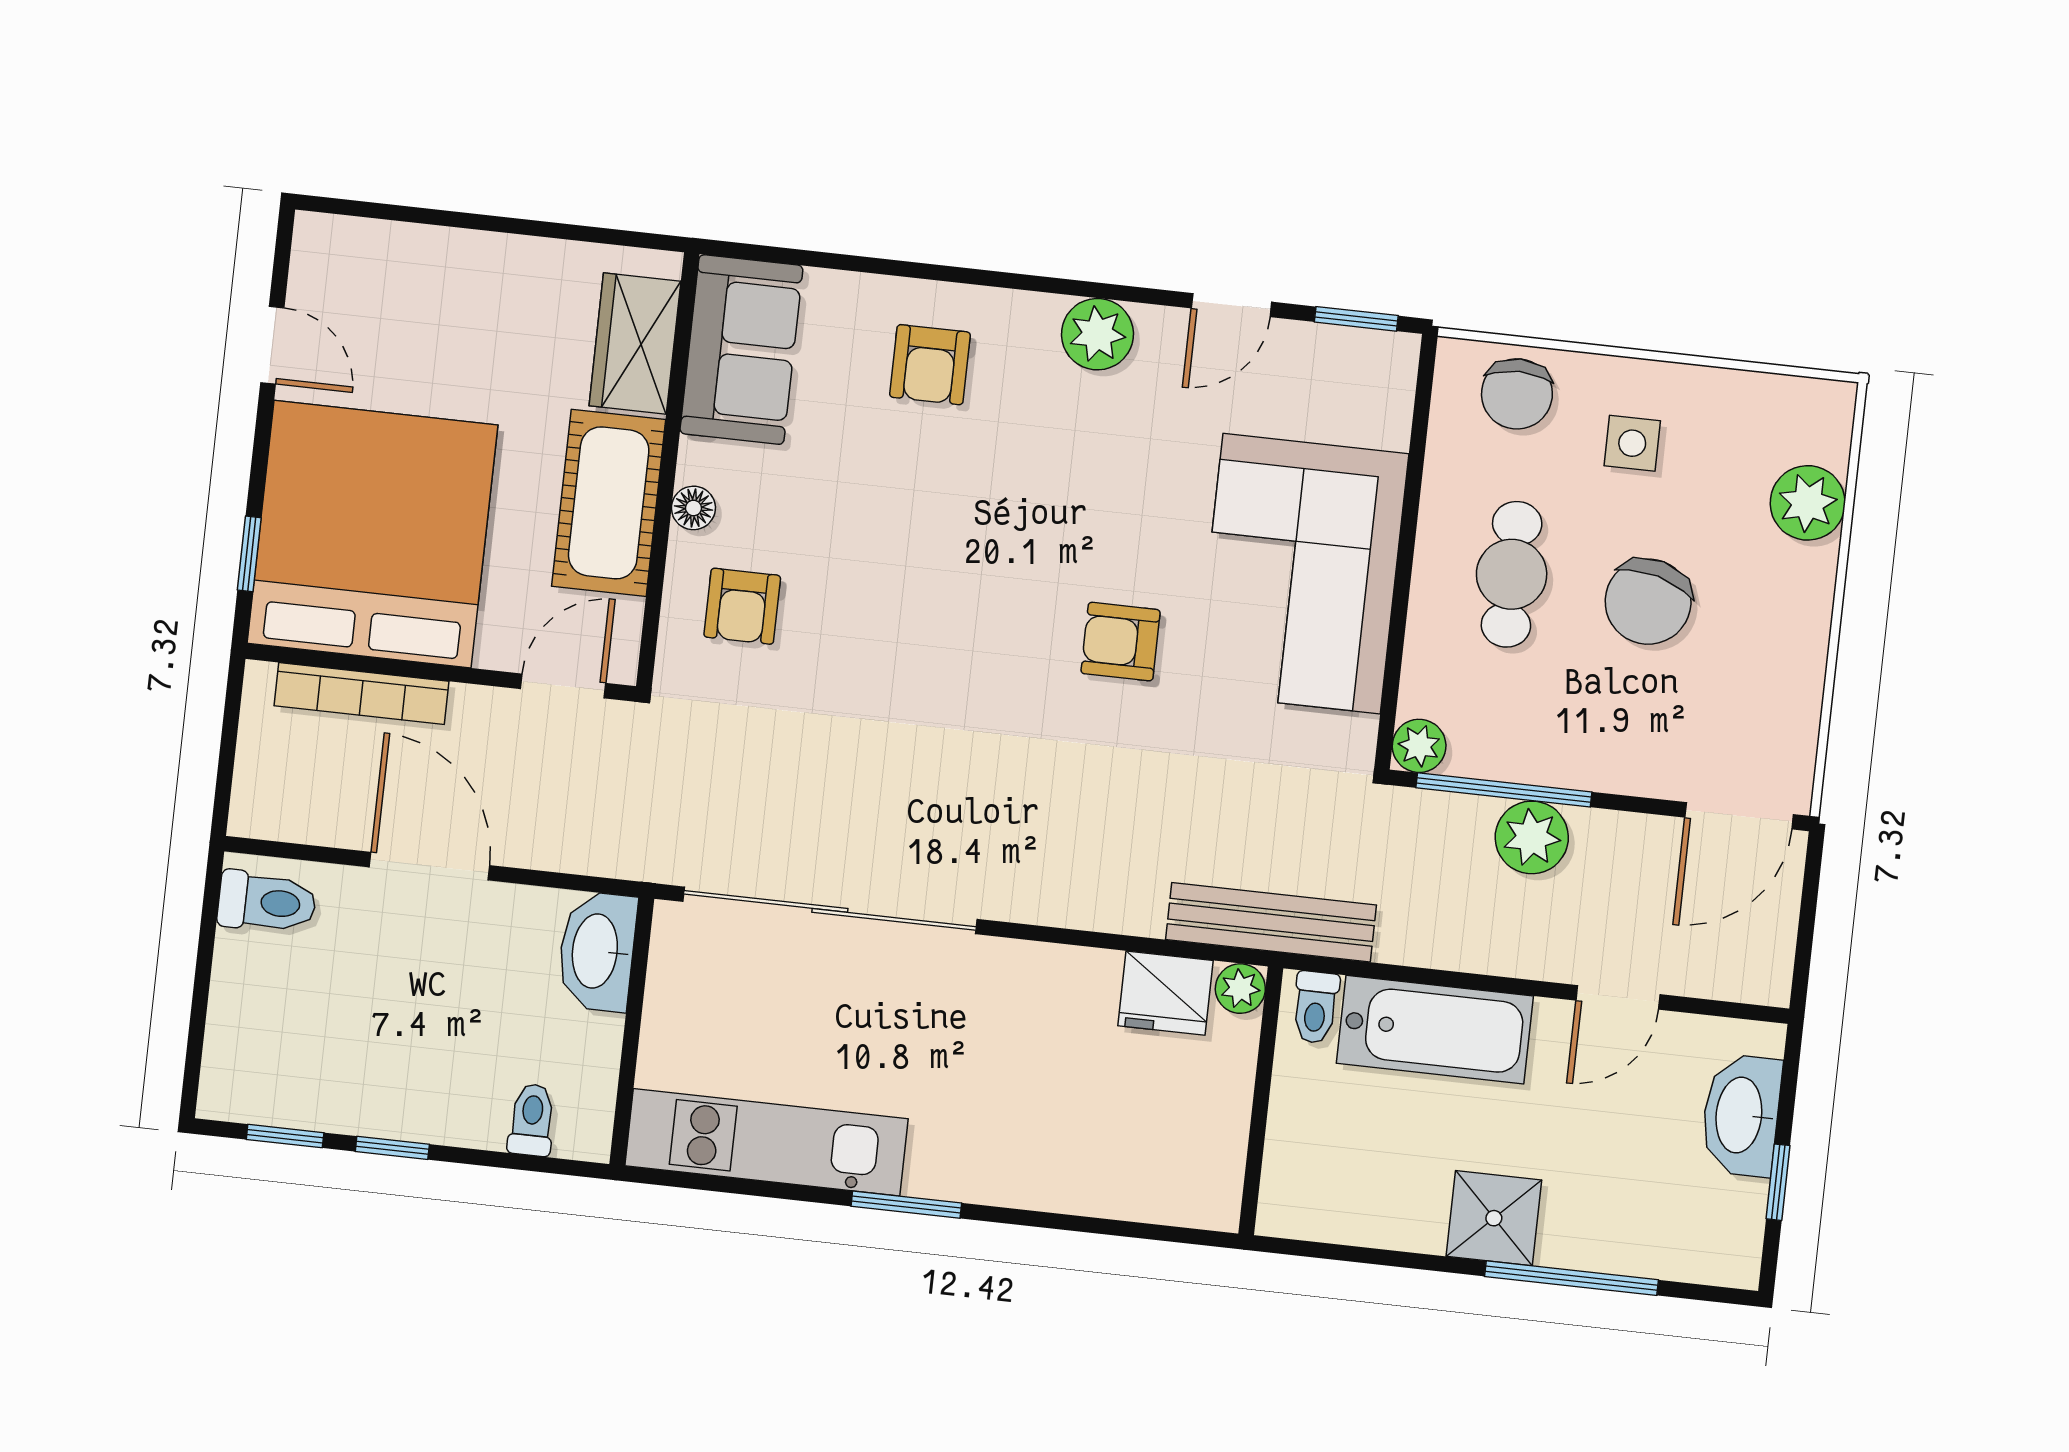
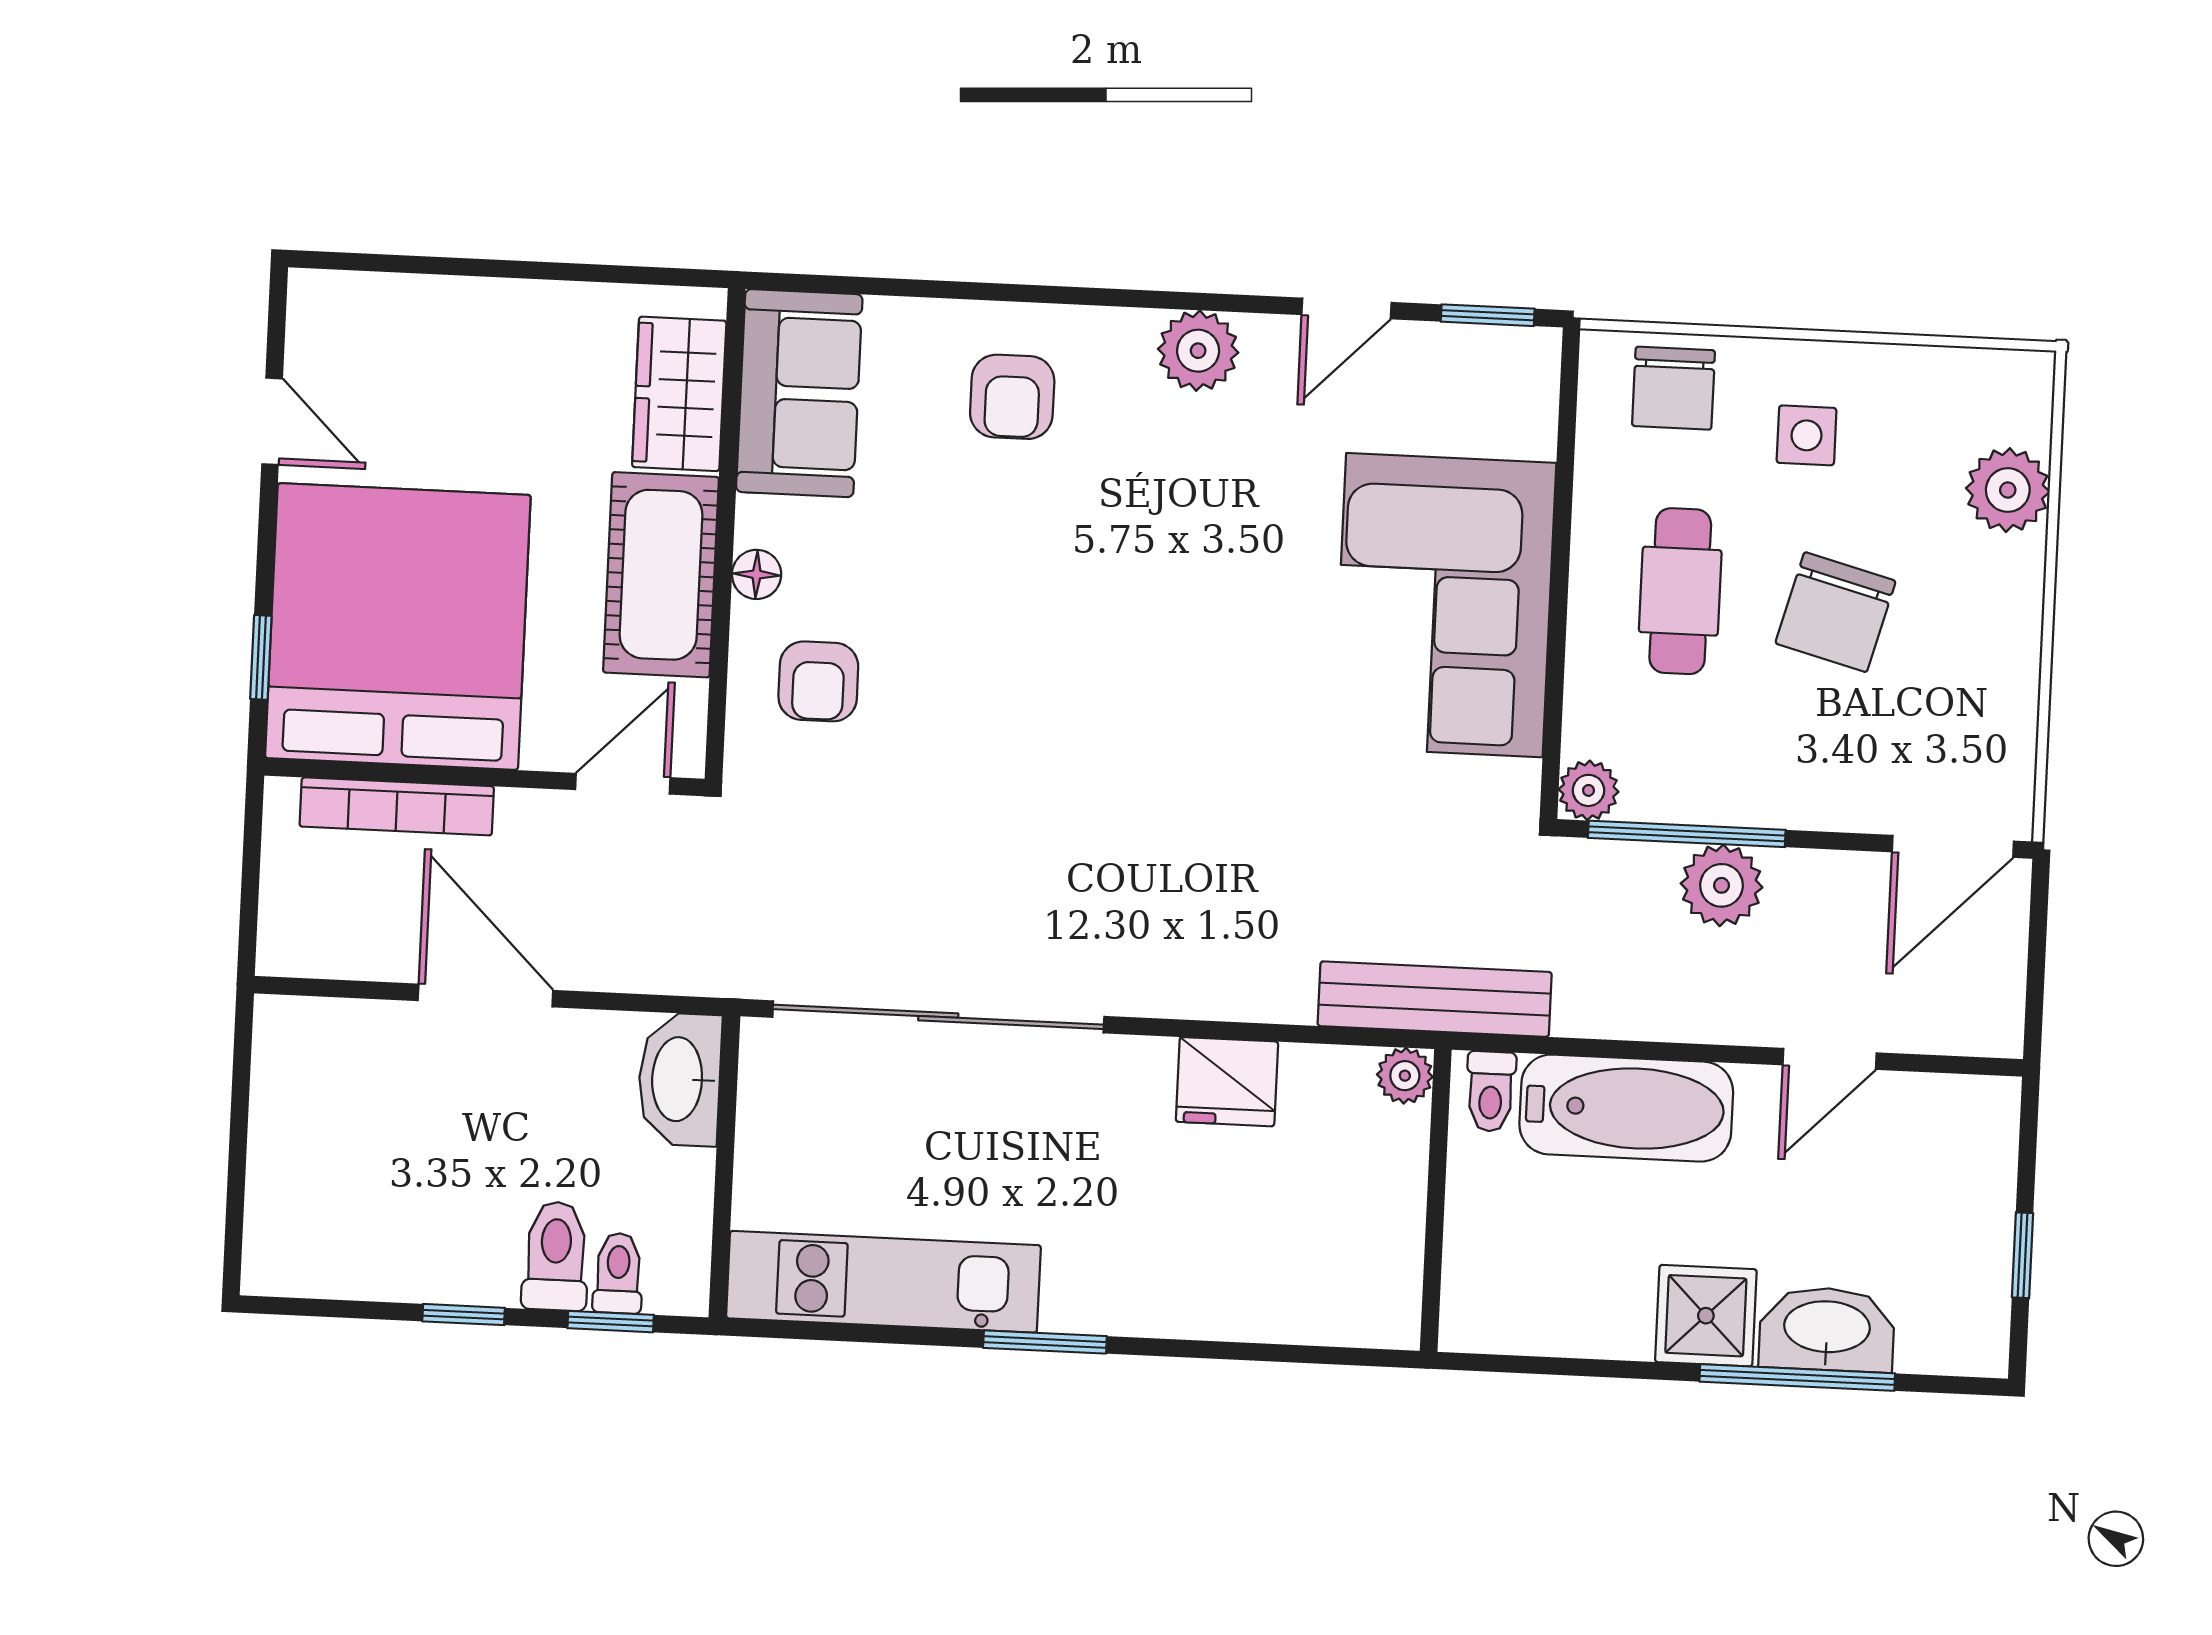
armchair: (1121, 642) -> (1246, 694), removed
toilet: (267, 902) -> (556, 1256), moved, turned -90
fridge: (1166, 993) -> (1227, 1082), moved
washbasin: (1741, 1115) -> (1827, 1329), moved, turned 90
window: (285, 1136) -> (611, 1322), moved

